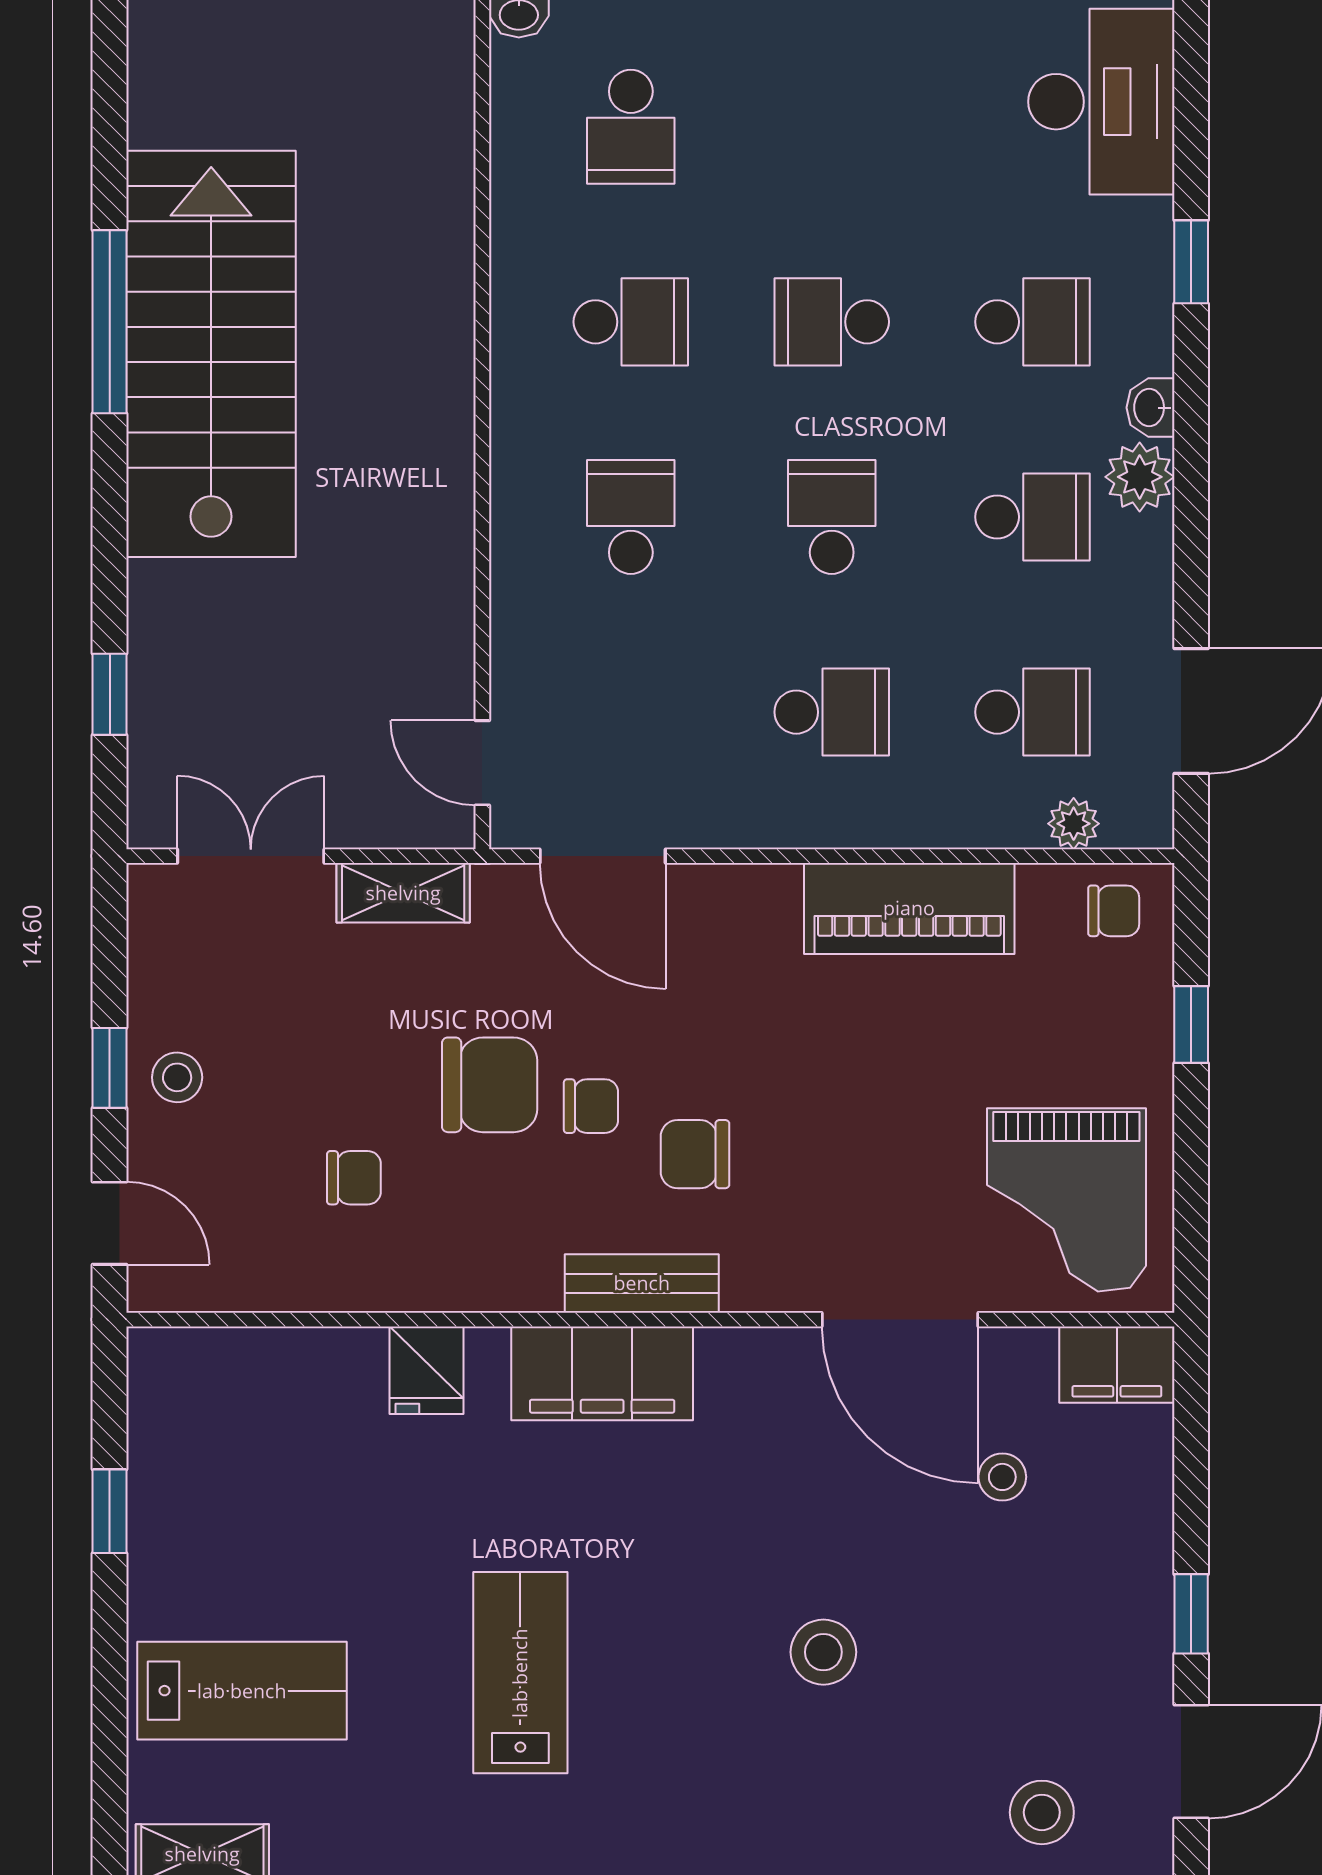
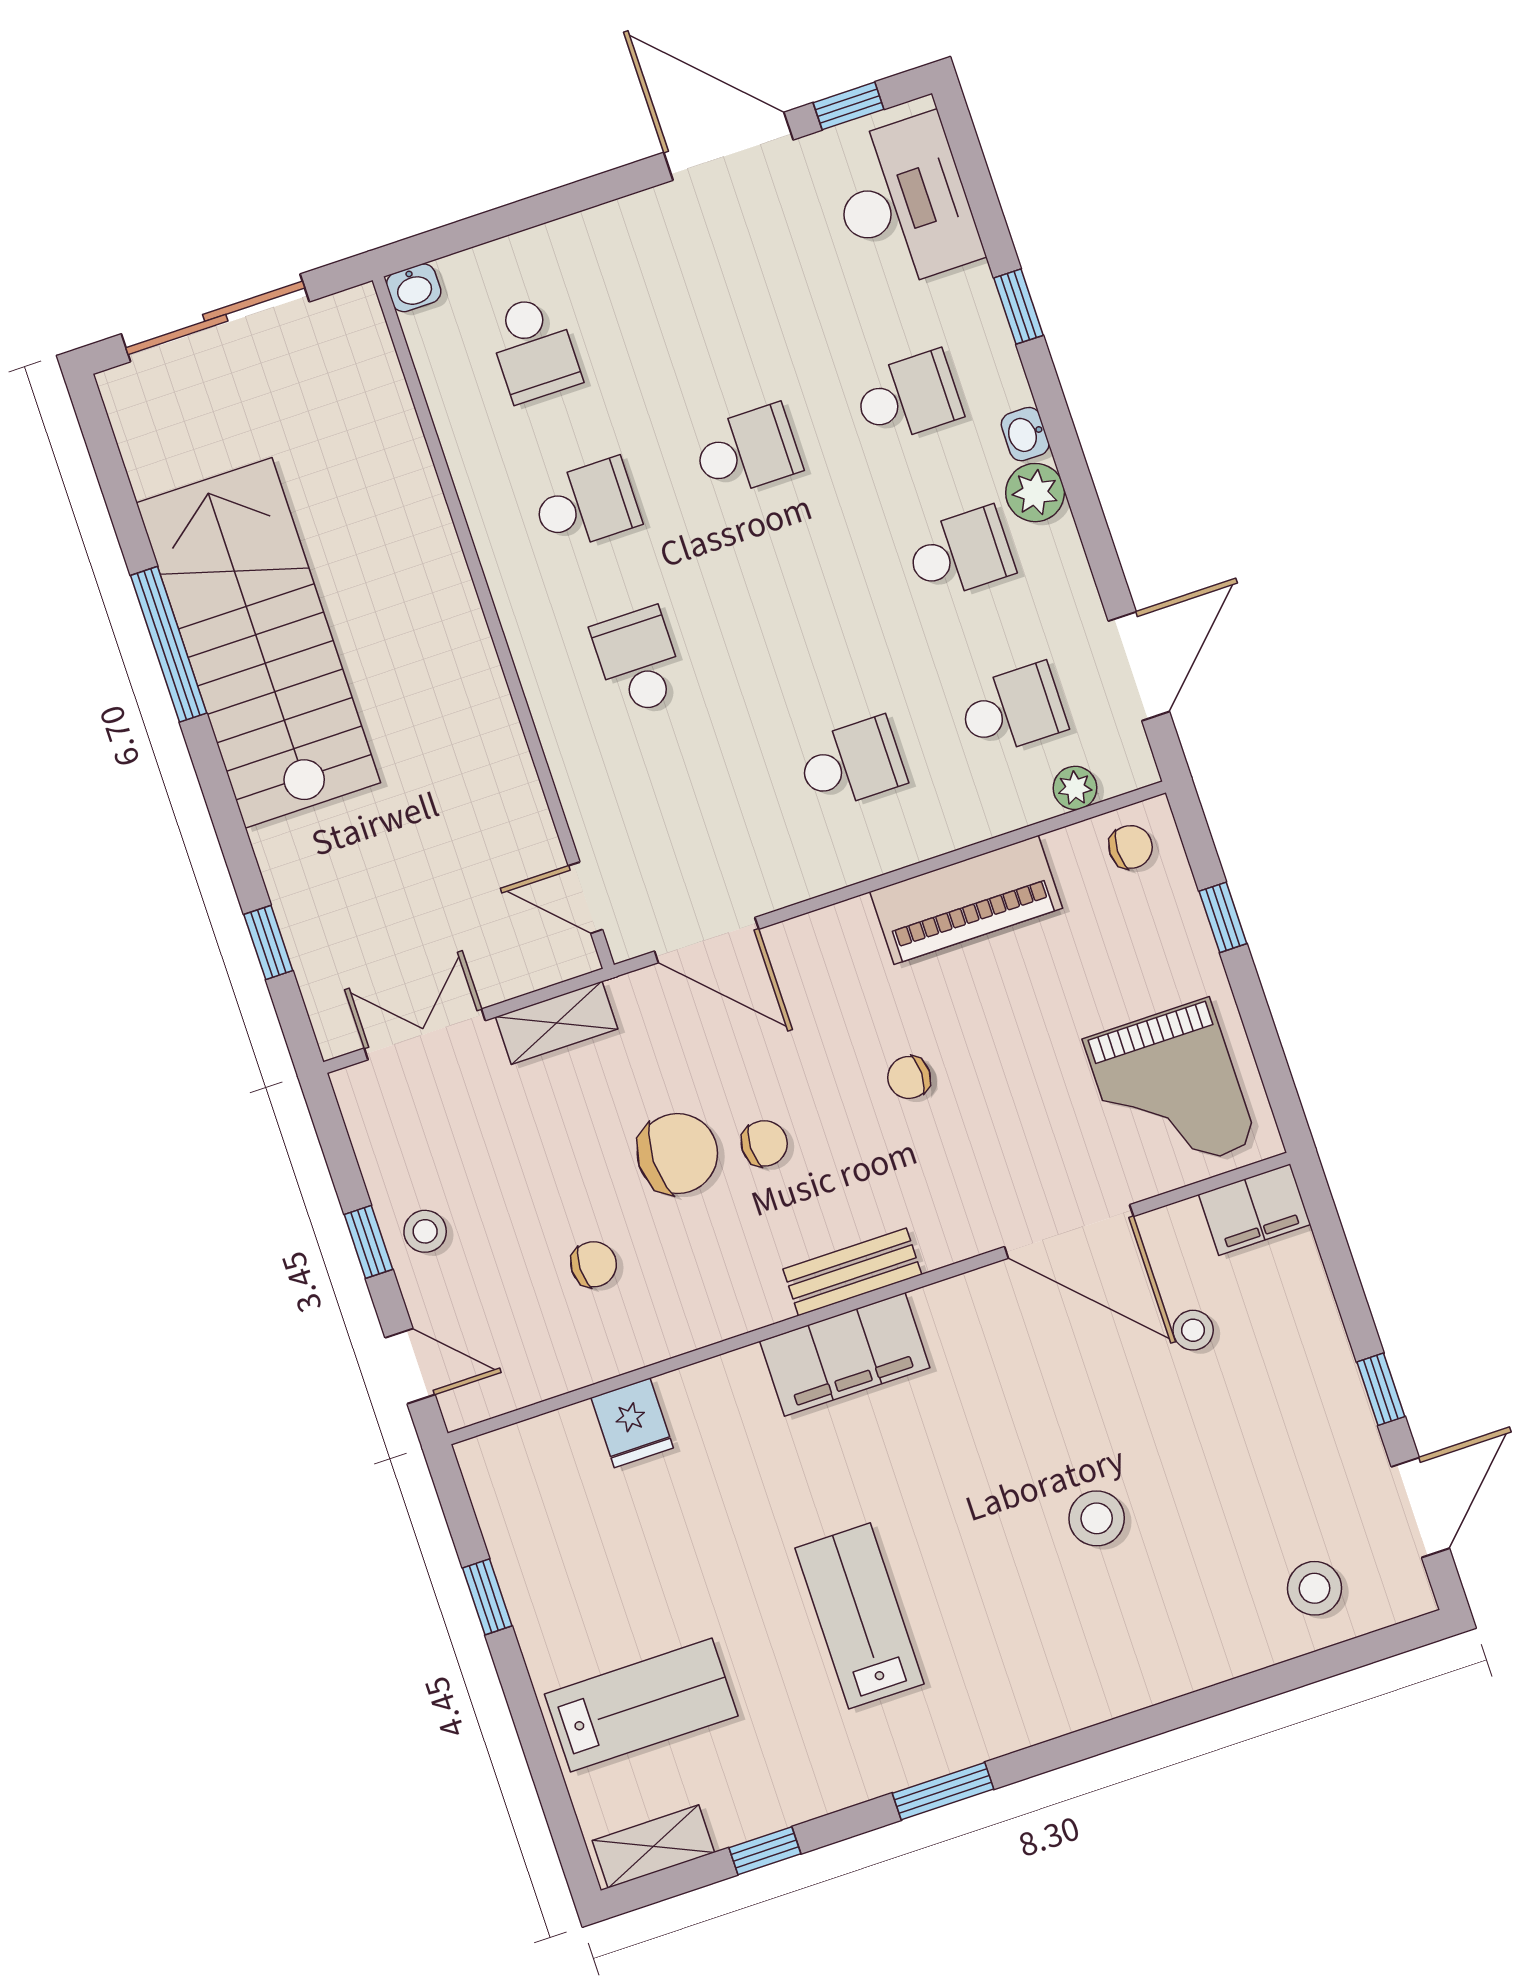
school desk: (832, 322) -> (747, 451), turned 180
school desk: (832, 517) -> (799, 607), removed
chair: (695, 1154) -> (909, 1077), moved, width x0.73, depth x0.73
fridge: (427, 1370) -> (632, 1423), moved

